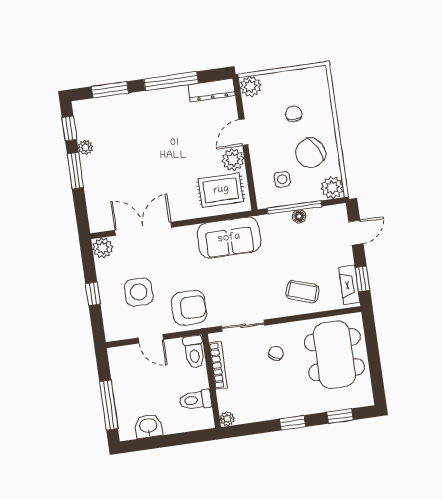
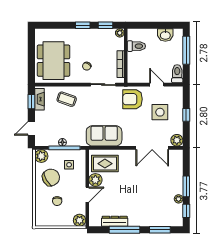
dresser: (212, 90) -> (115, 221), moved
toilet: (194, 352) -> (177, 74), moved
window: (340, 416) -> (106, 25), moved

